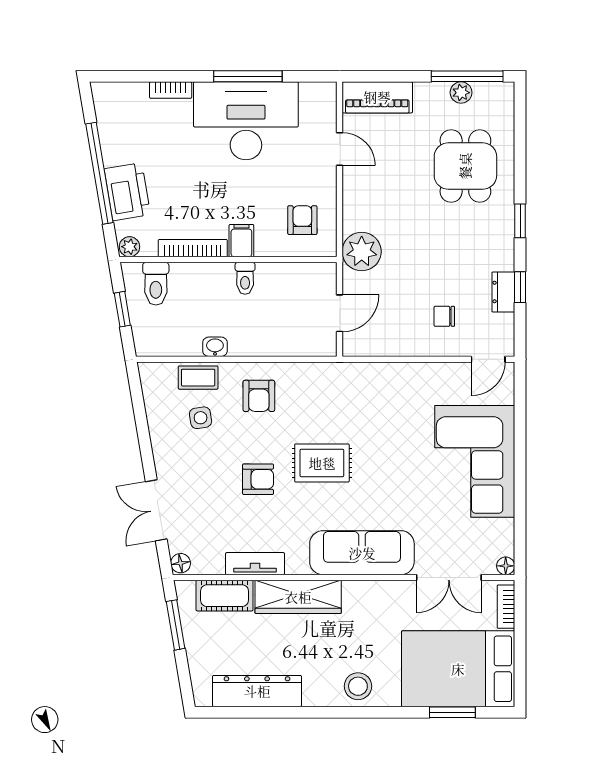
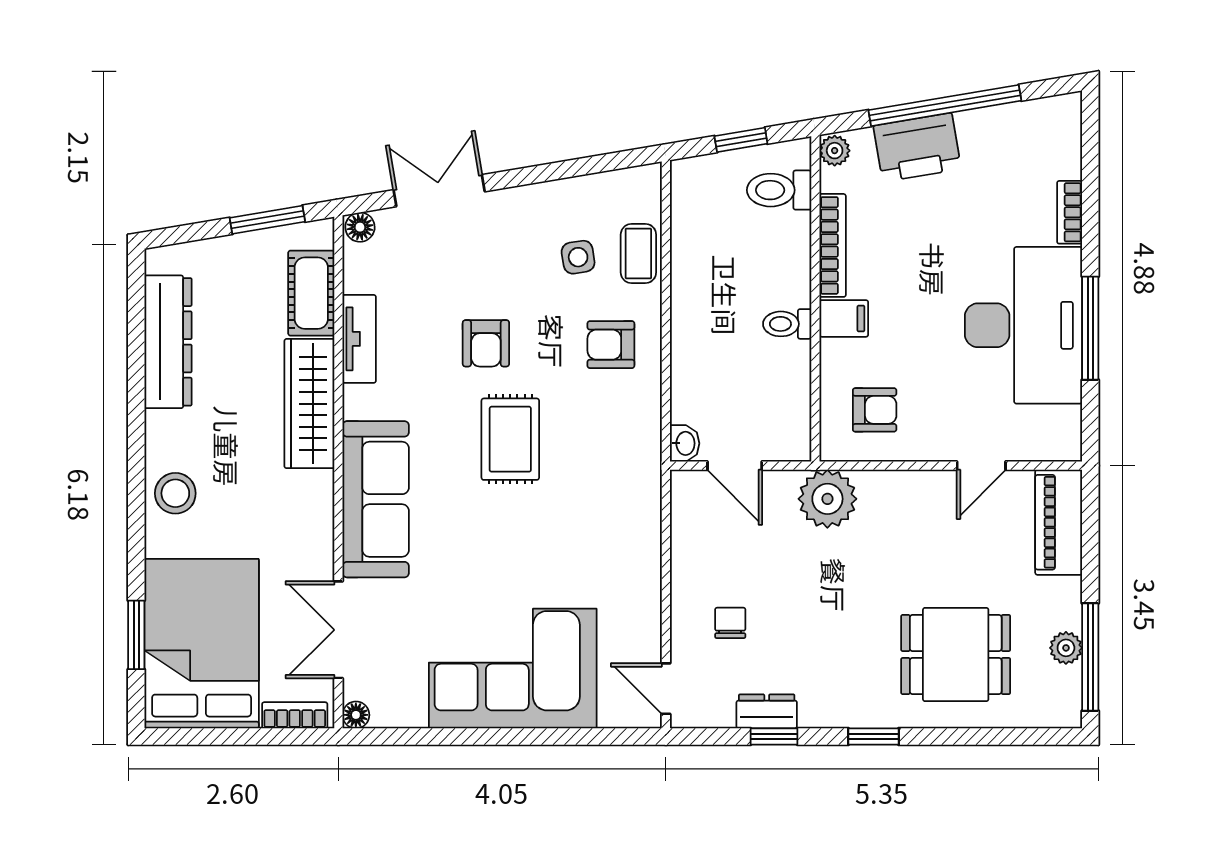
washbasin: (215, 347) -> (685, 443), moved

